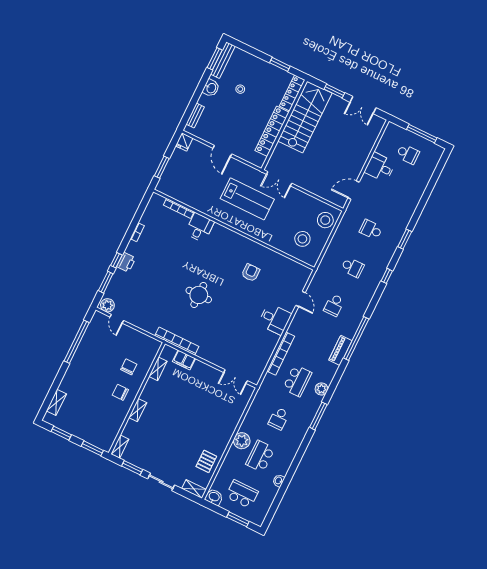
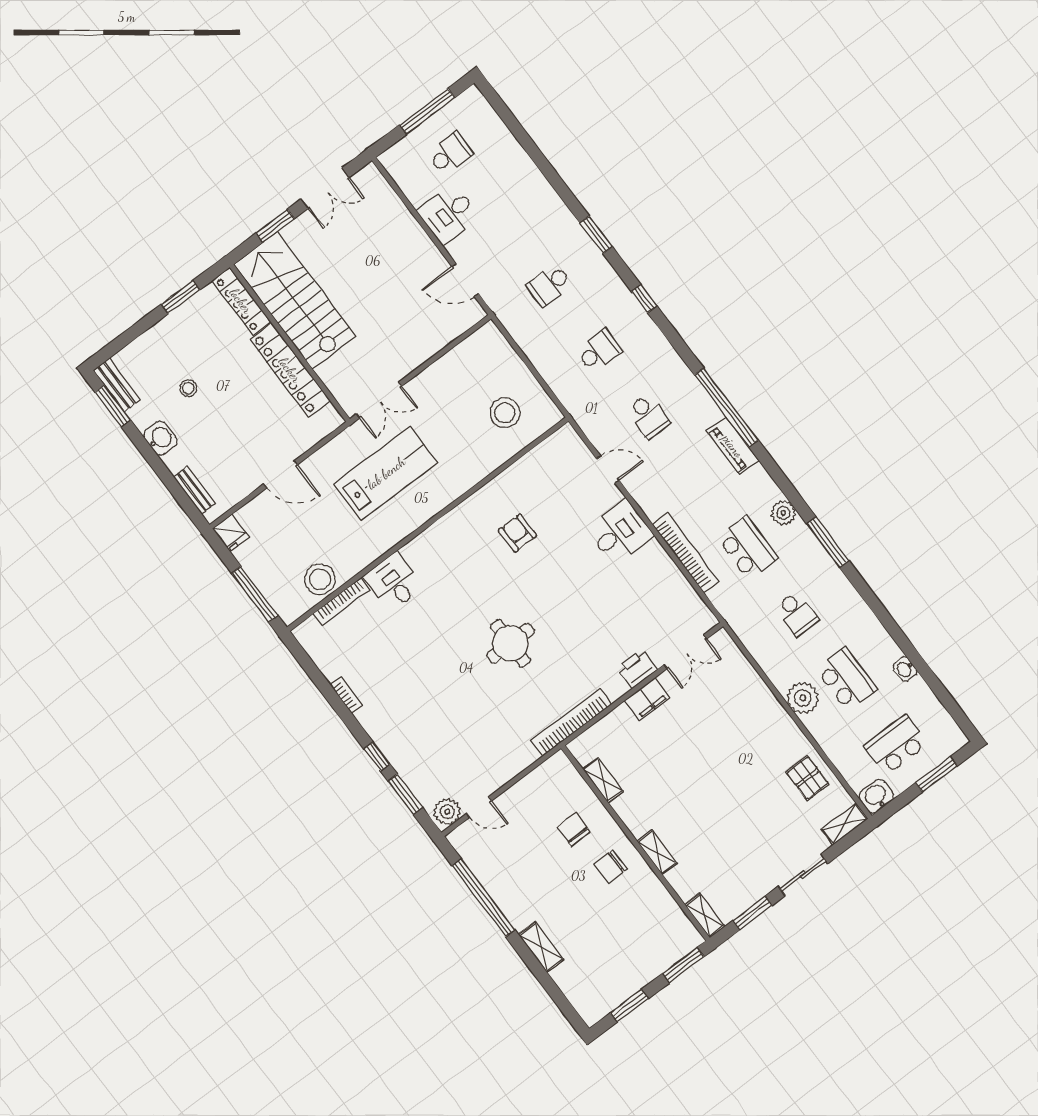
bench: (223, 60) -> (116, 385), width x0.73
window: (162, 167) -> (255, 594), width x1.44
door: (354, 190) -> (465, 280), hinge flipped
stool: (325, 220) -> (320, 579), moved
printer: (126, 262) -> (637, 669), moved, turned -90
filing cabinet: (184, 360) -> (647, 699), moved
shelving: (56, 402) -> (541, 947), moved
school desk: (260, 456) -> (846, 679), turned 180

